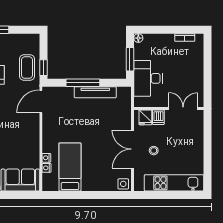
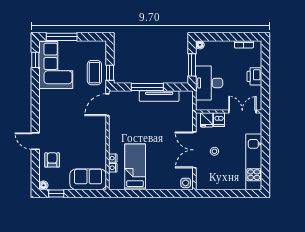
printer: (196, 71) -> (254, 76), added
kitchen unit: (174, 183) -> (254, 162), moved, turned -90

